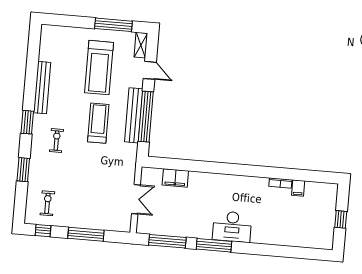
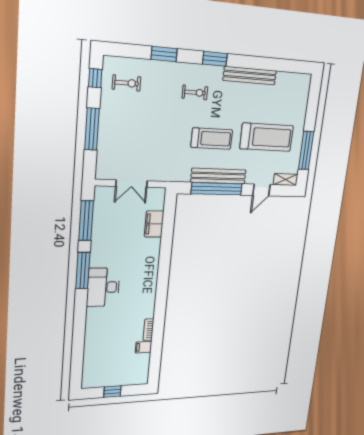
treadmill: (99, 68) -> (267, 137), turned 180

